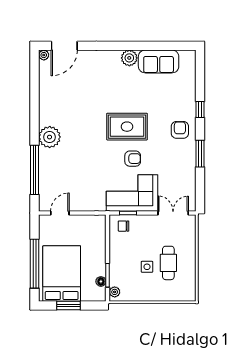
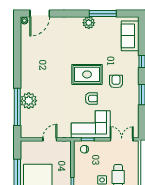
window: (148, 46) -> (103, 14), added
sofa: (159, 61) -> (130, 36), moved, turned 90
armchair: (180, 130) -> (116, 82), moved
plant: (50, 137) -> (29, 101), moved
door: (60, 213) -> (50, 139), moved

